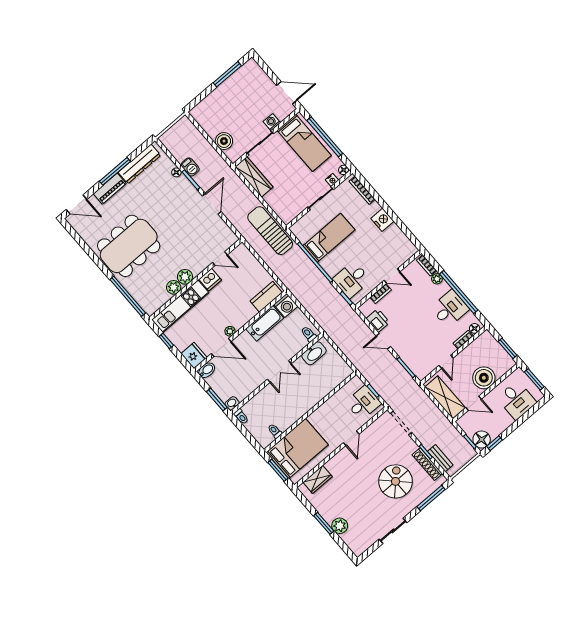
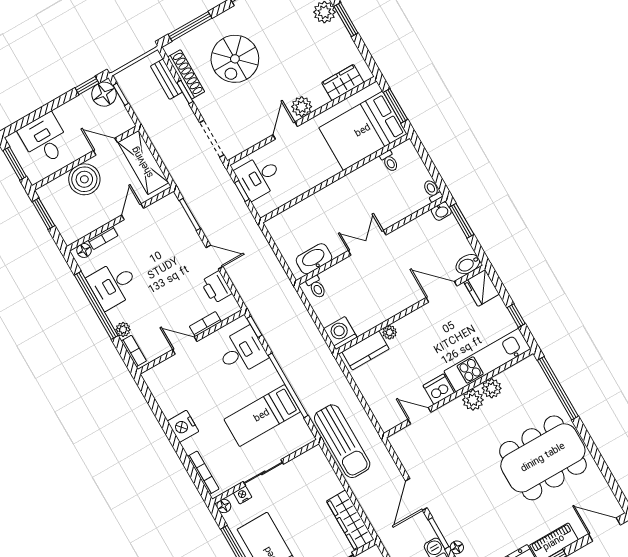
bathtub: (265, 323) -> (375, 314), removed
plant: (230, 331) -> (390, 332), moved
plant: (343, 457) -> (302, 107), added

